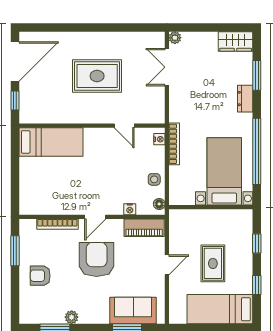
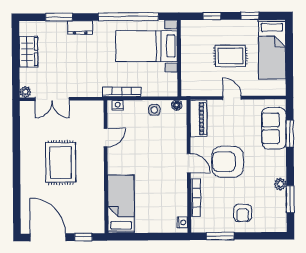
wardrobe: (236, 41) -> (28, 52), moved
nightstand: (130, 209) -> (182, 222), moved

